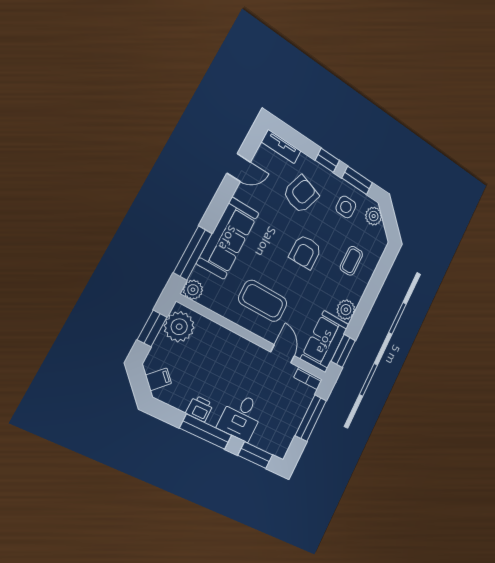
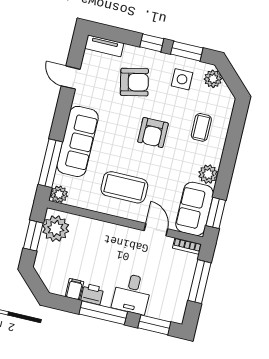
door: (239, 168) -> (71, 78), swing flipped
armchair: (301, 194) -> (134, 82), turned 59
filing cabinet: (159, 379) -> (74, 289), moved, turned -45

